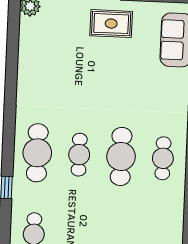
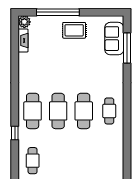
fireplace: (27, 37) -> (23, 40), added
cafe table: (79, 155) -> (58, 111), width x1.37, depth x1.35

